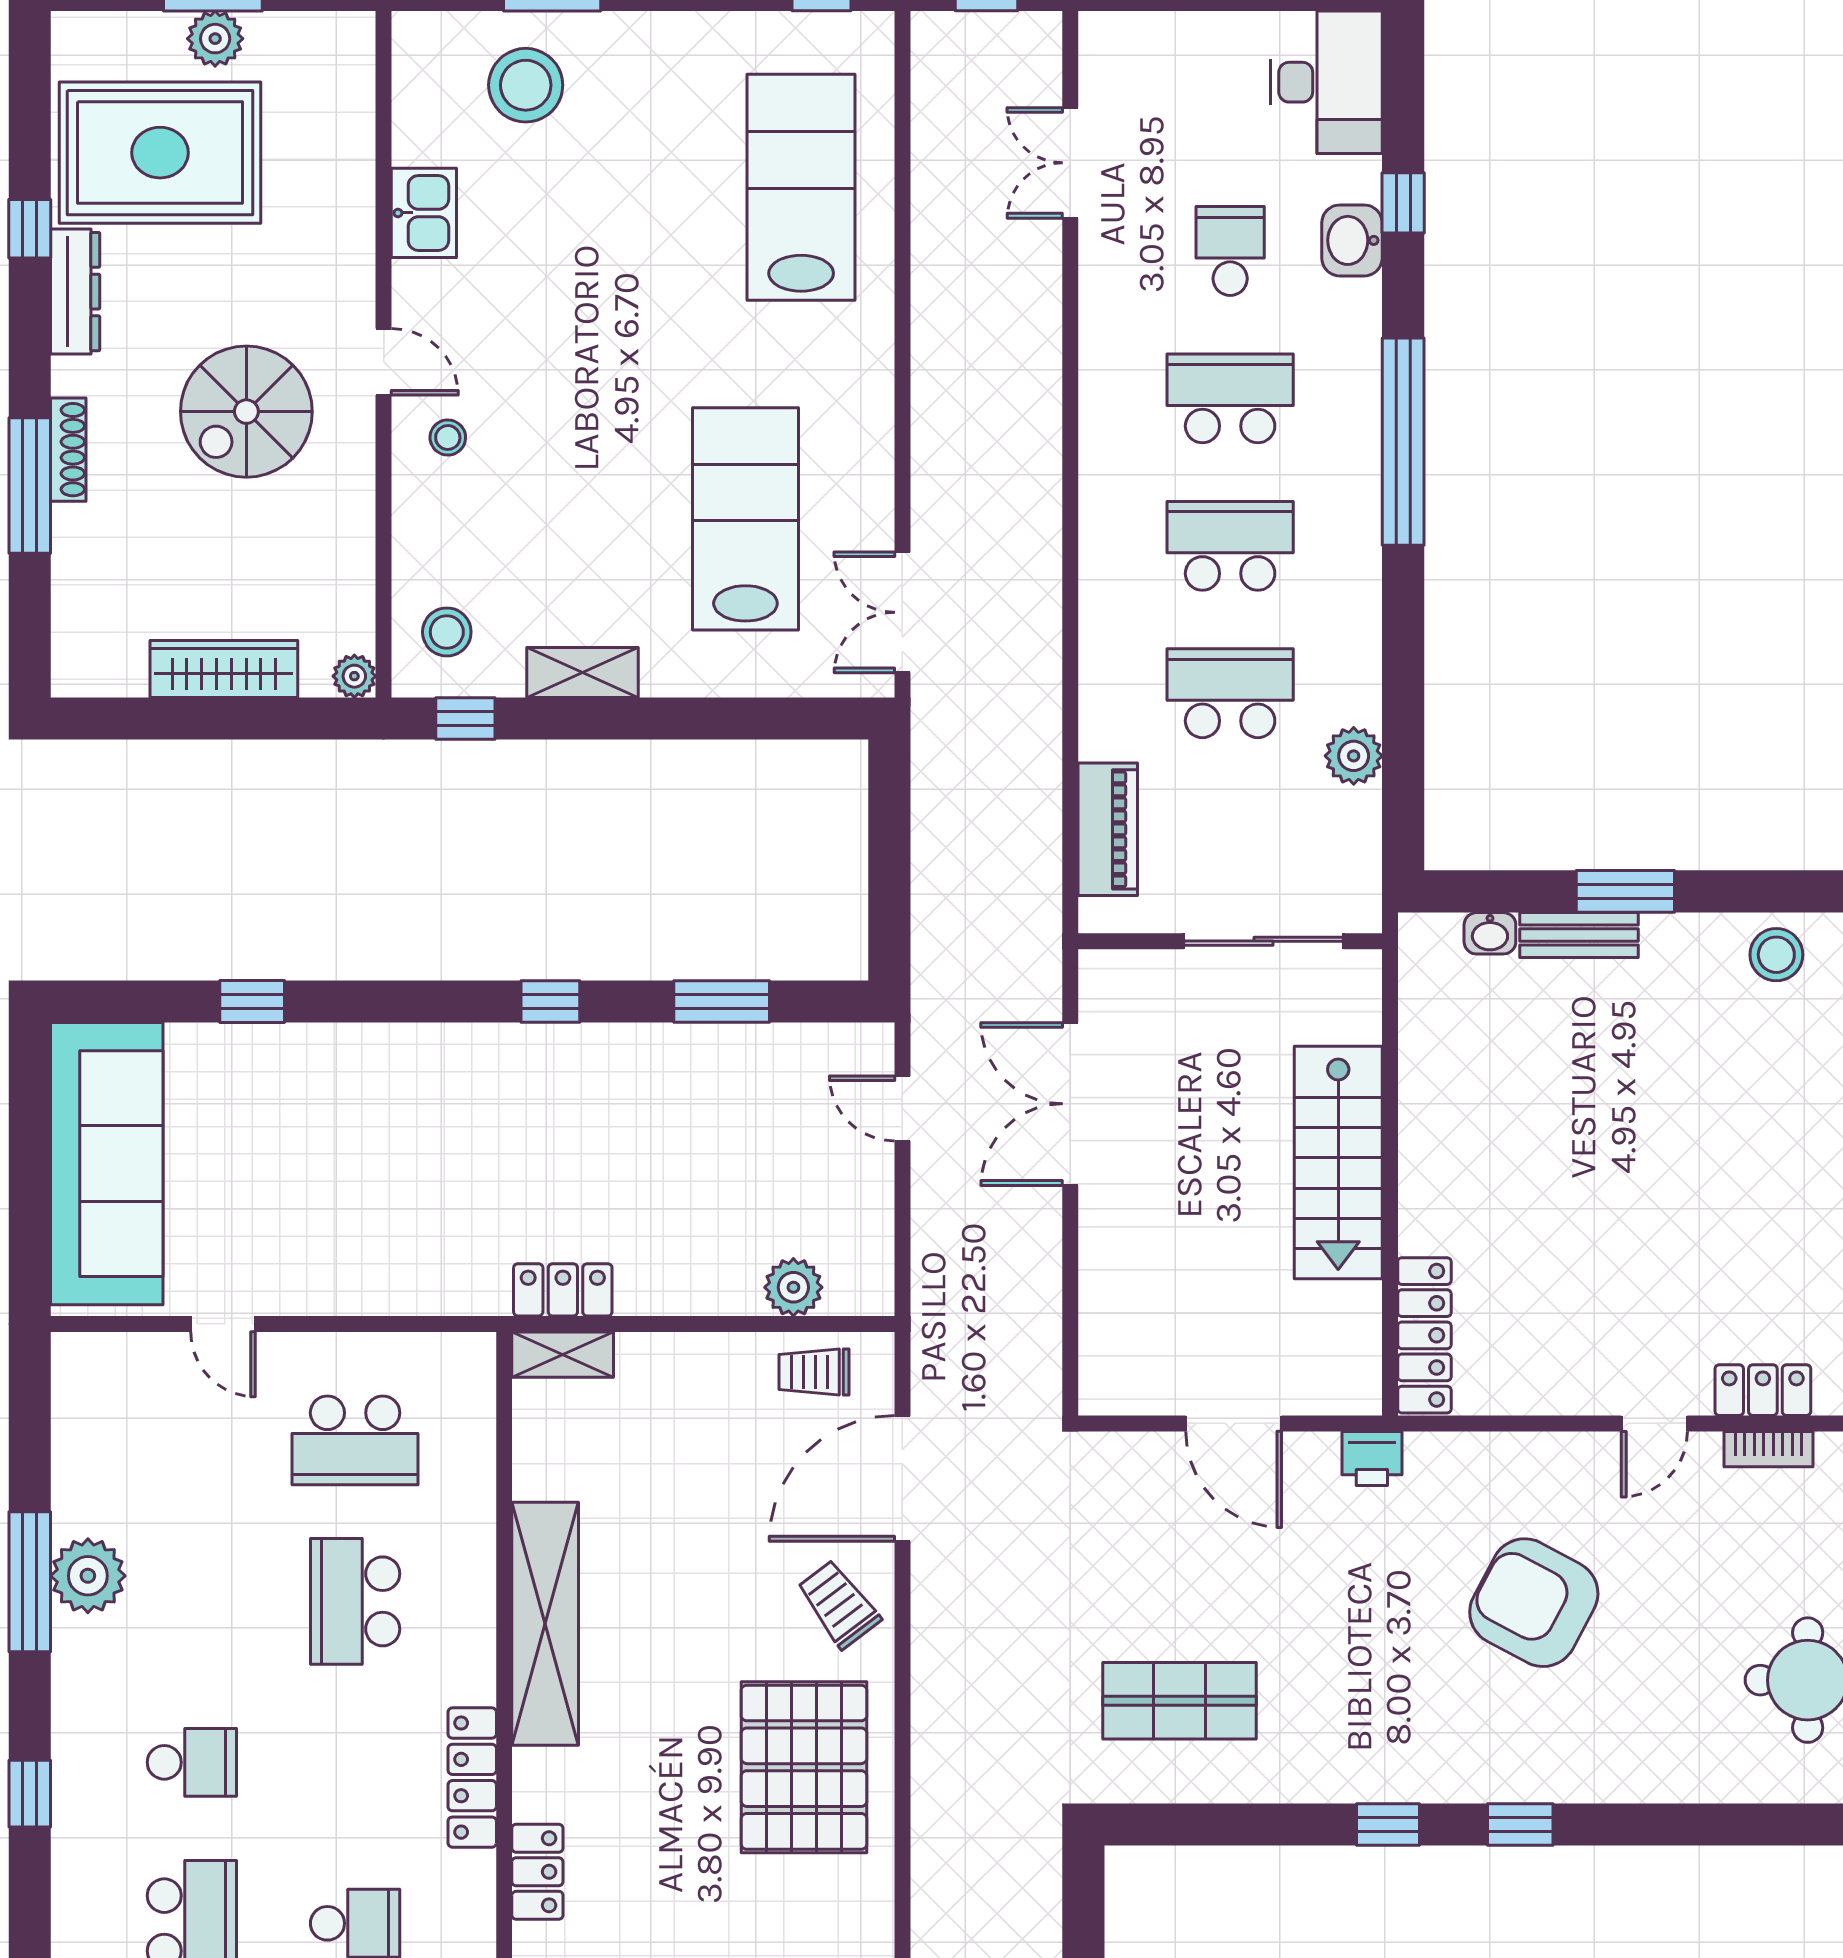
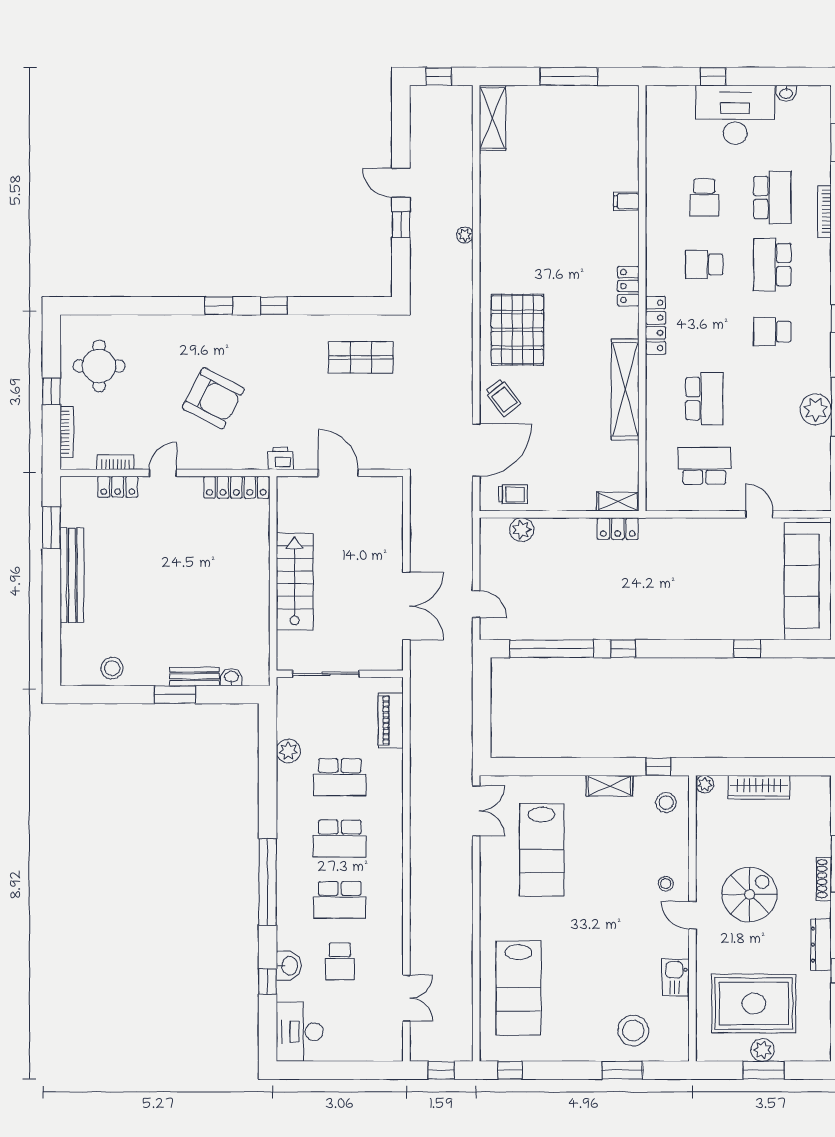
rug: (160, 153) -> (754, 1004), moved
window: (722, 1002) -> (552, 649), width x2.11
locker: (1424, 1335) -> (236, 487), moved, turned -90

